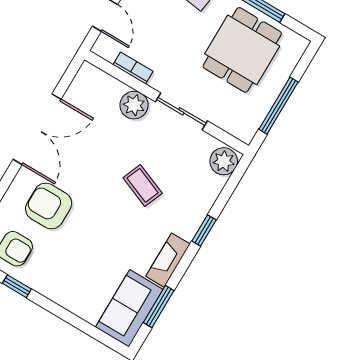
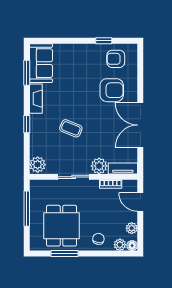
tv unit: (101, 80) -> (123, 168), added

